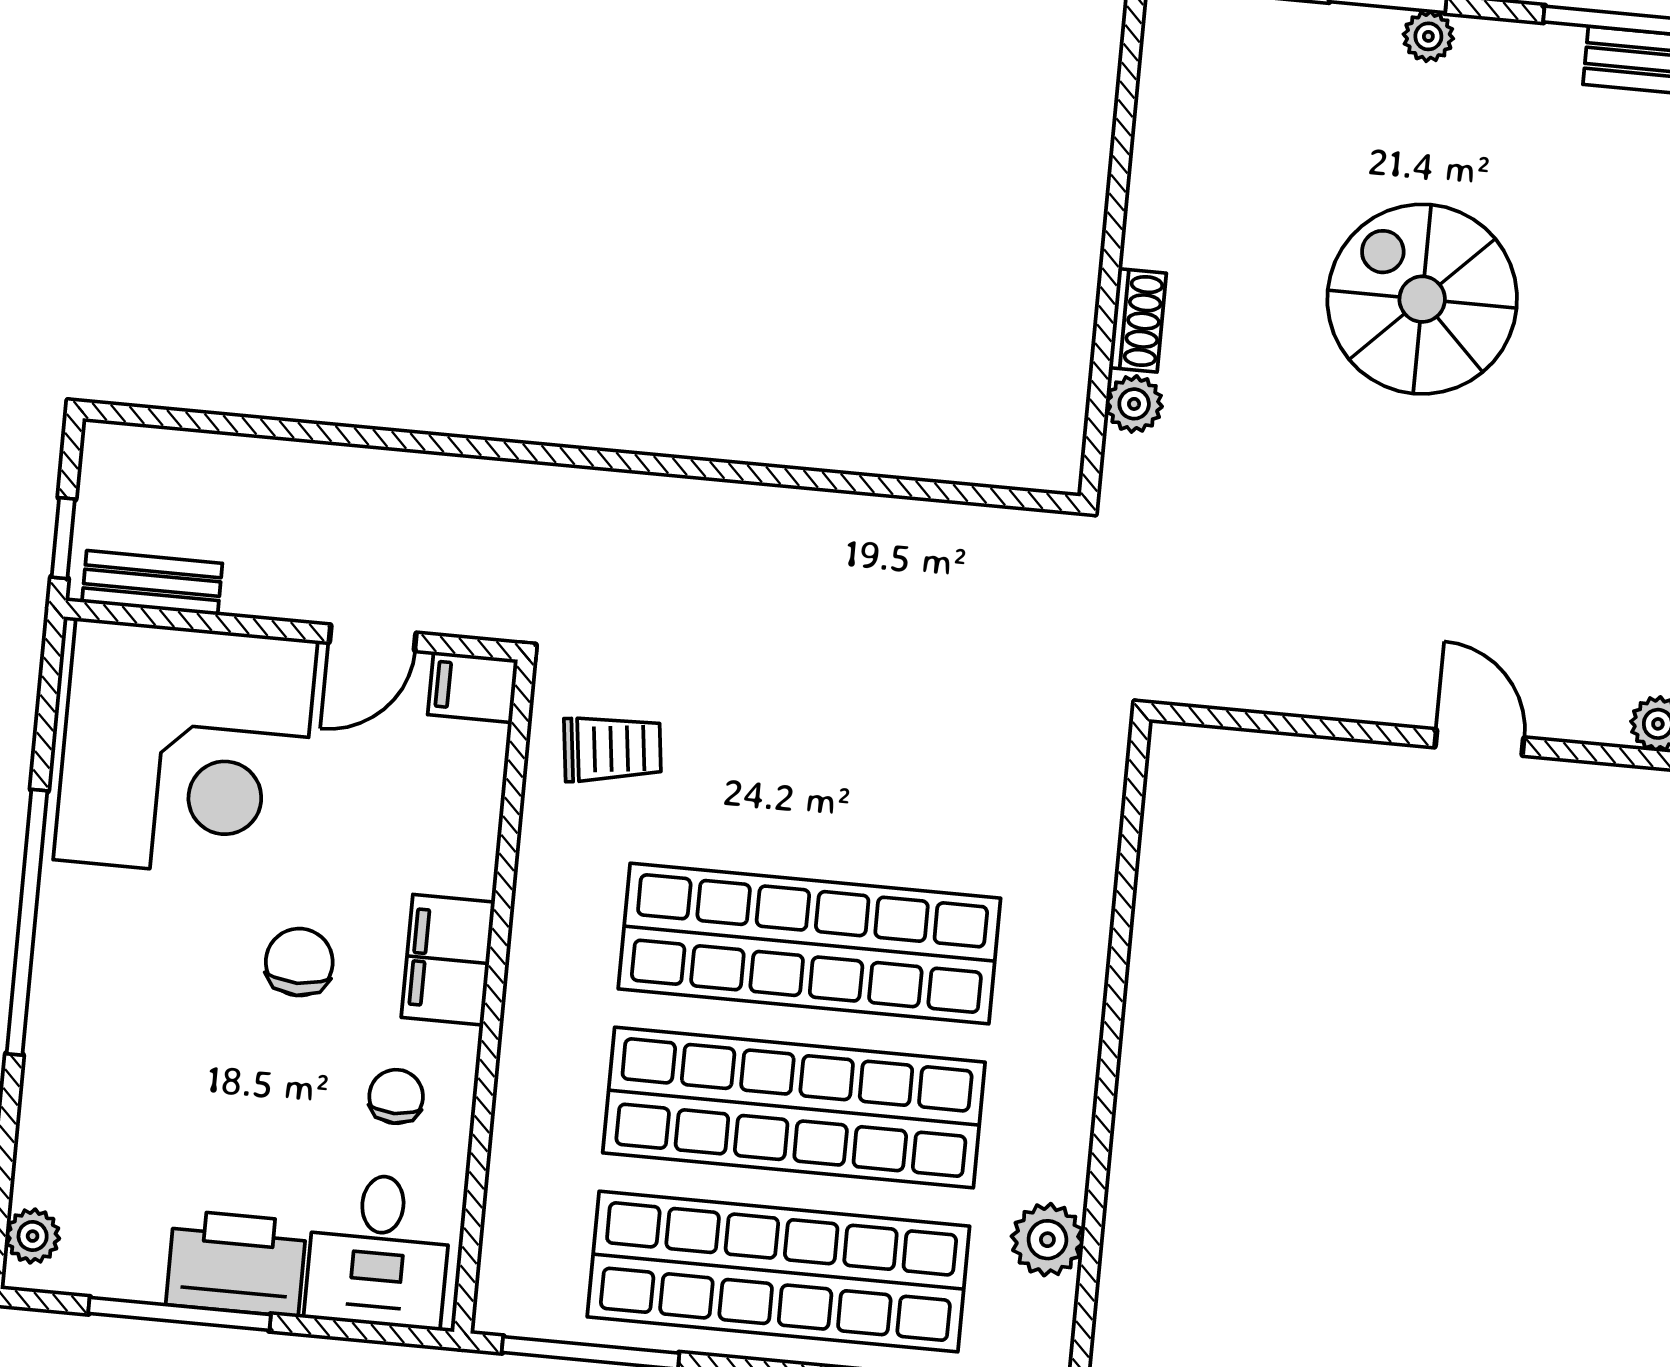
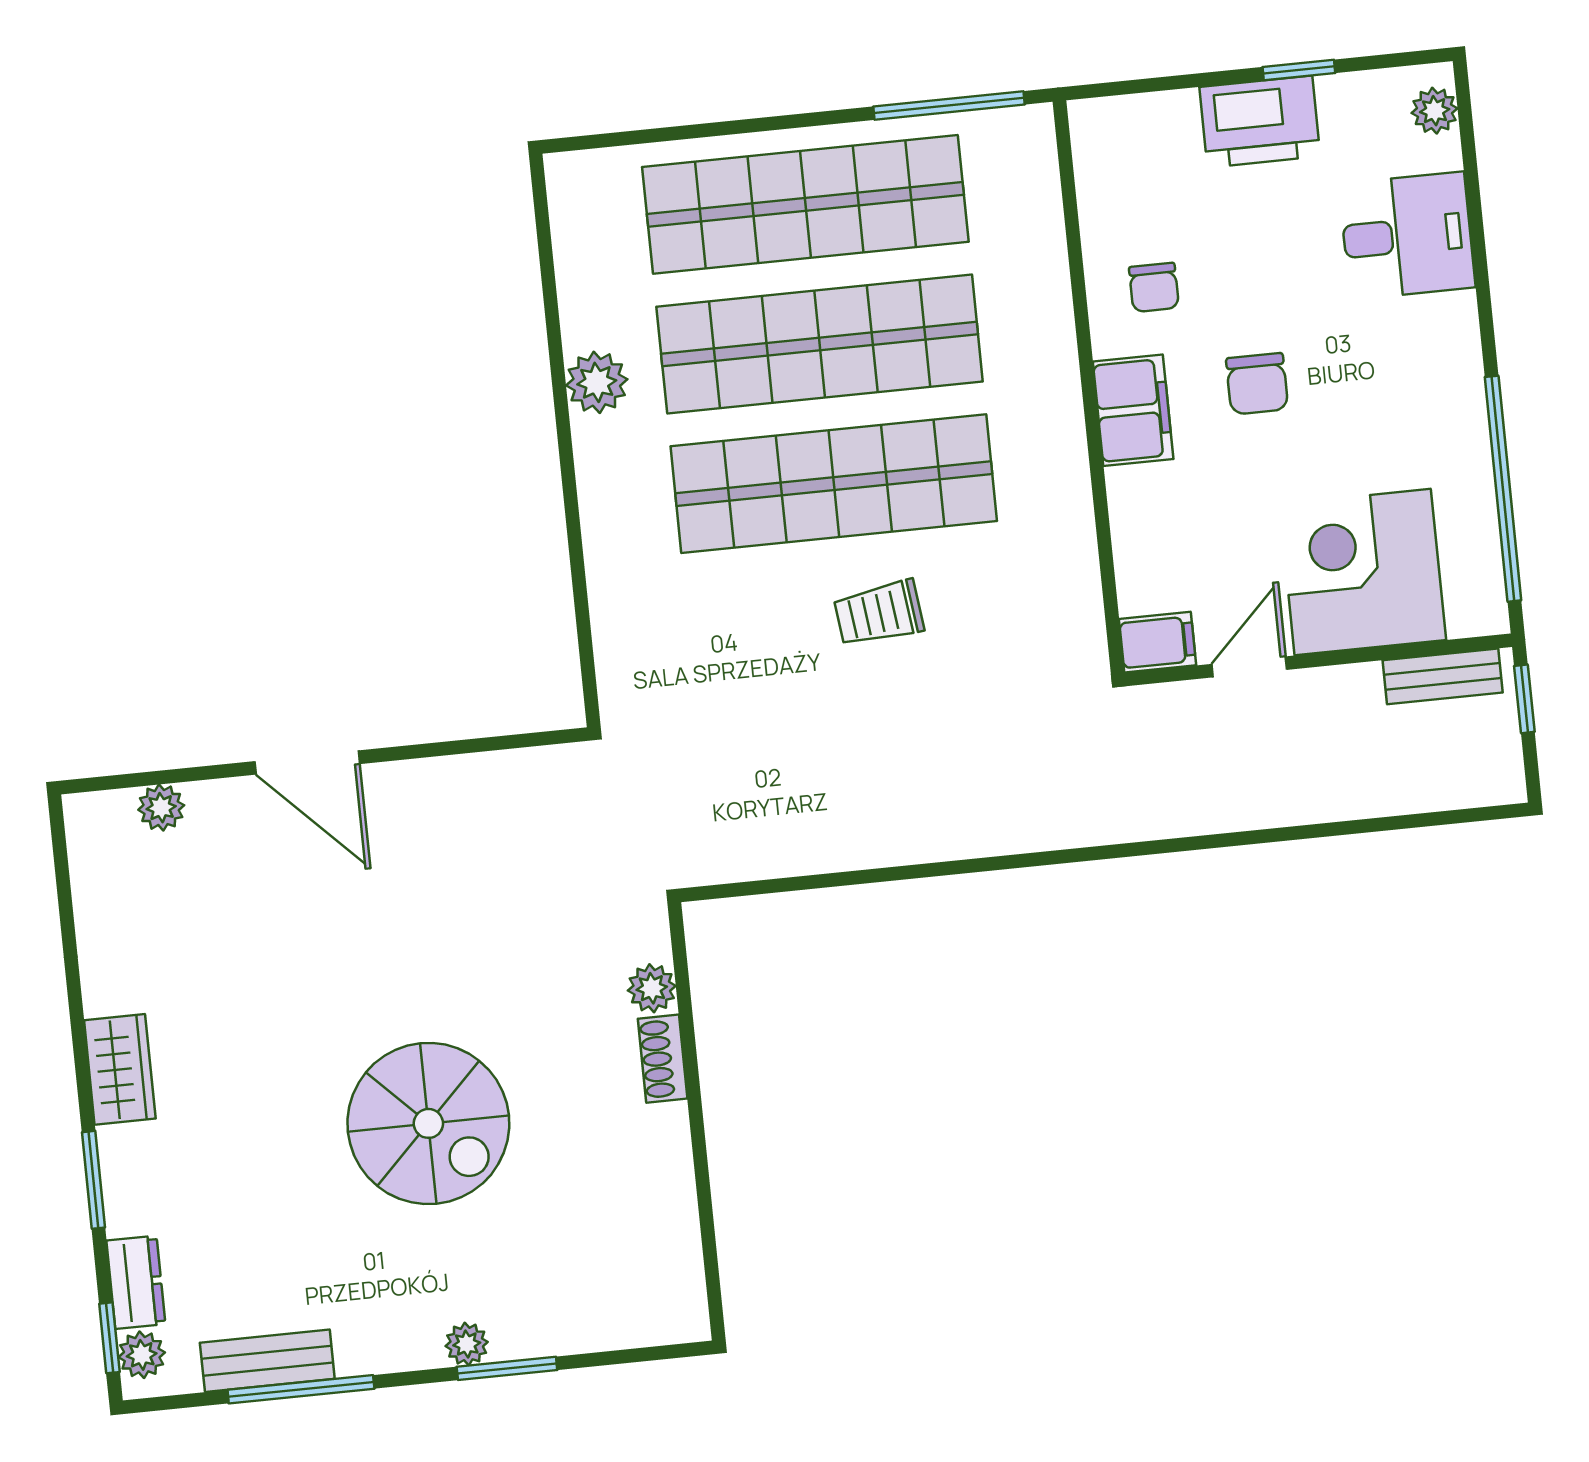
door: (1479, 742) -> (307, 763), width x1.38
trolley: (612, 749) -> (879, 613), moved
corner desk: (185, 750) -> (1363, 572), width x0.74, depth x0.74
window: (27, 922) -> (1503, 489), moved
plant: (1047, 1240) -> (597, 382), moved
desk: (379, 1250) -> (1407, 236), moved, turned 90
window: (179, 1314) -> (1299, 70), width x0.46

